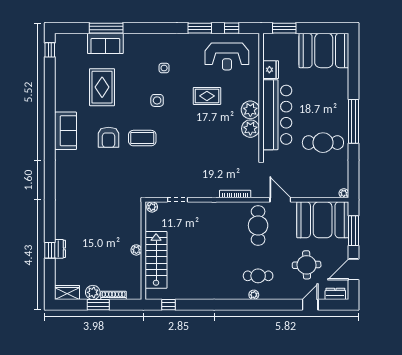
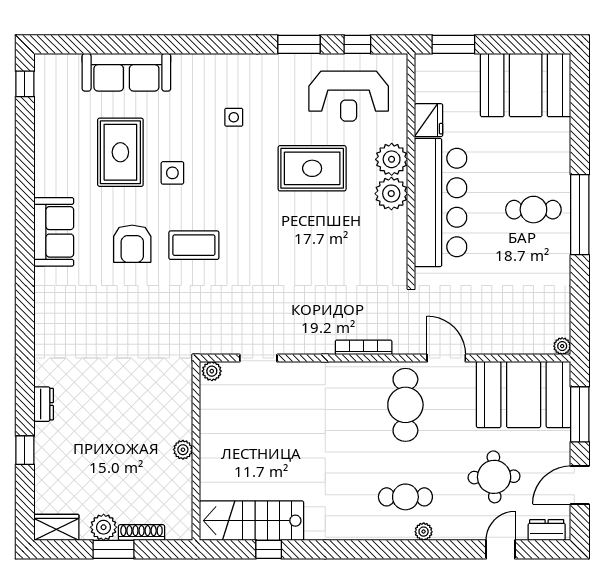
window: (106, 28) -> (128, 44), removed
sofa: (105, 43) -> (126, 72), width x1.36
rug: (207, 96) -> (312, 168), width x1.36, depth x1.43
side table: (157, 100) -> (172, 173), moved
plant: (250, 129) -> (392, 159), moved
cafe table: (323, 143) -> (533, 210), moved, width x0.73, depth x0.74
dresser: (60, 249) -> (44, 404), moved
stairs: (156, 260) -> (252, 521), moved, turned -90
plant: (254, 295) -> (424, 532), moved
window: (169, 305) -> (269, 549), moved

